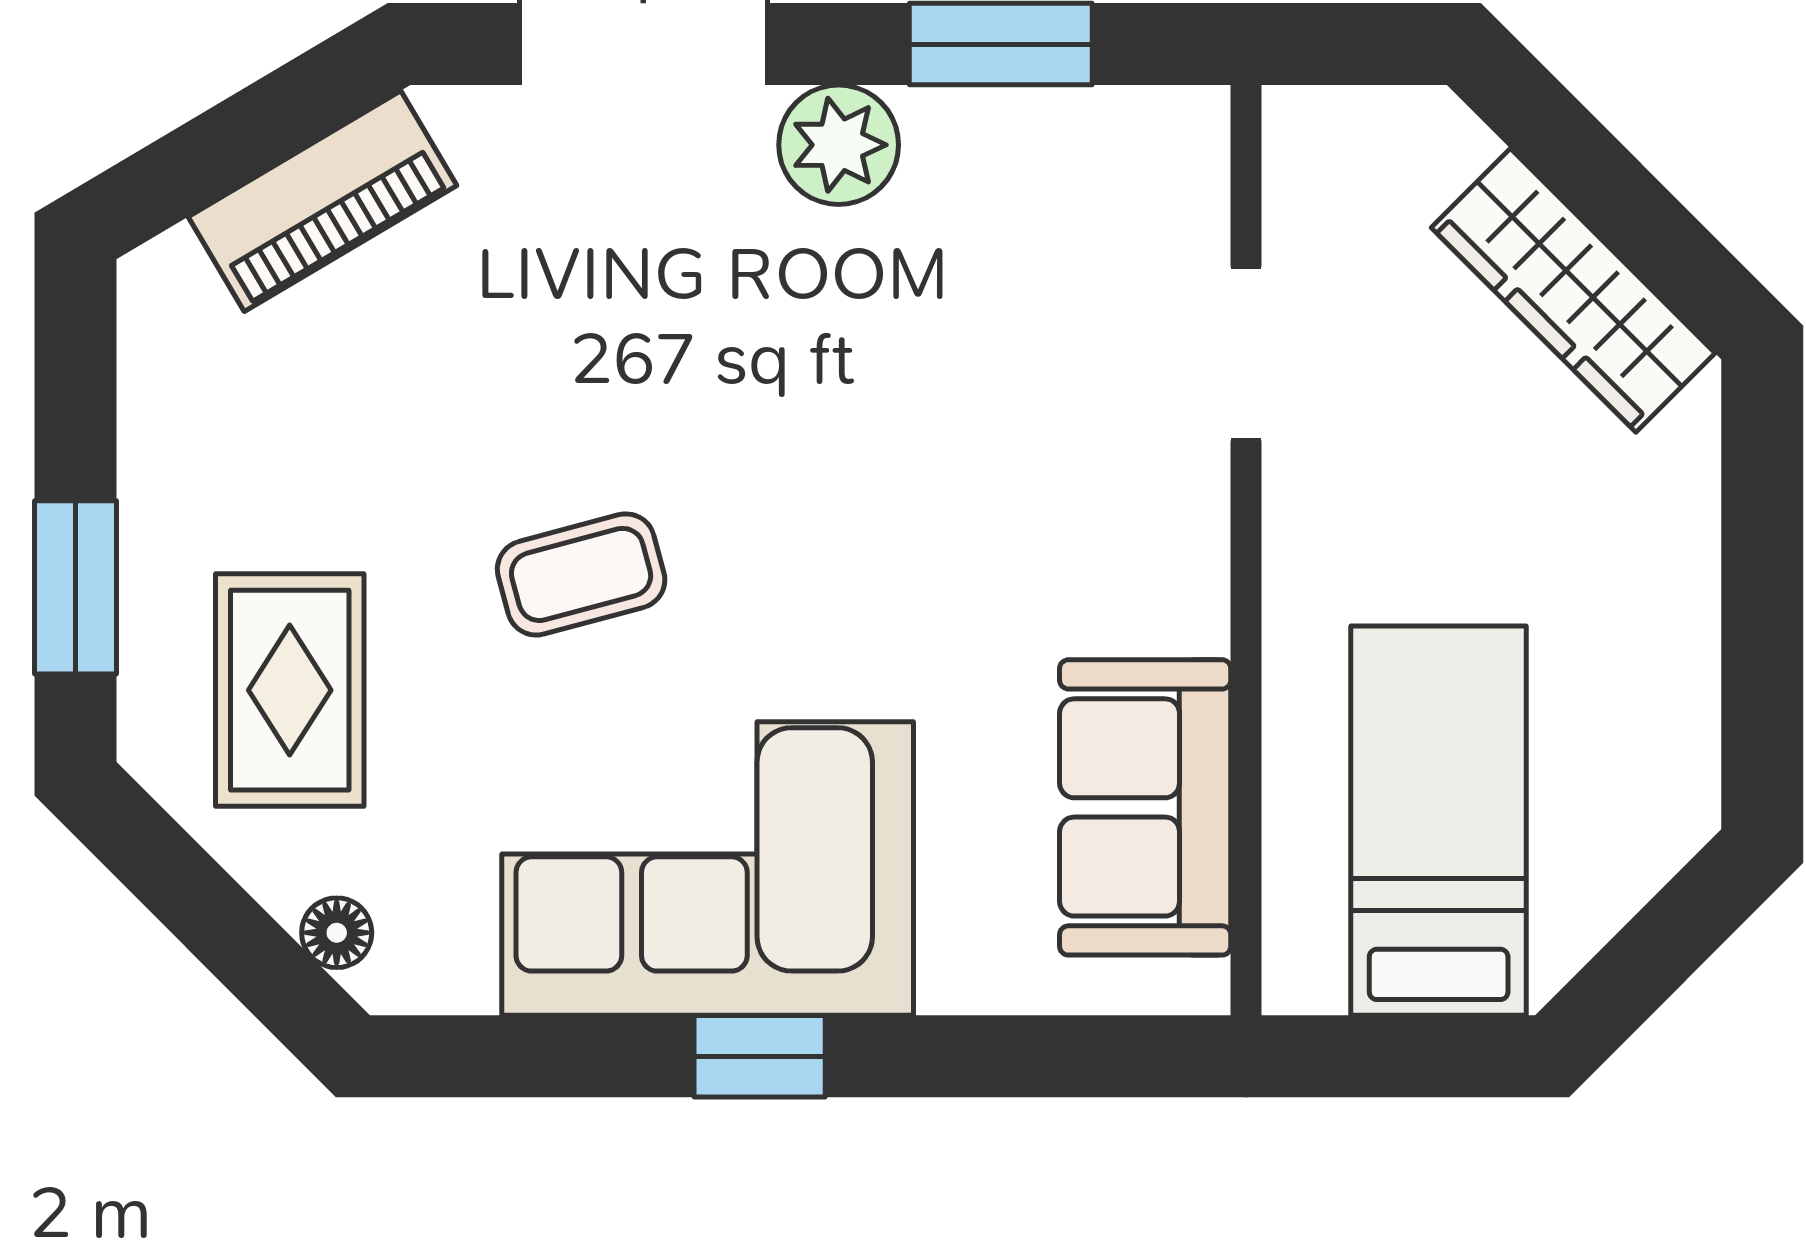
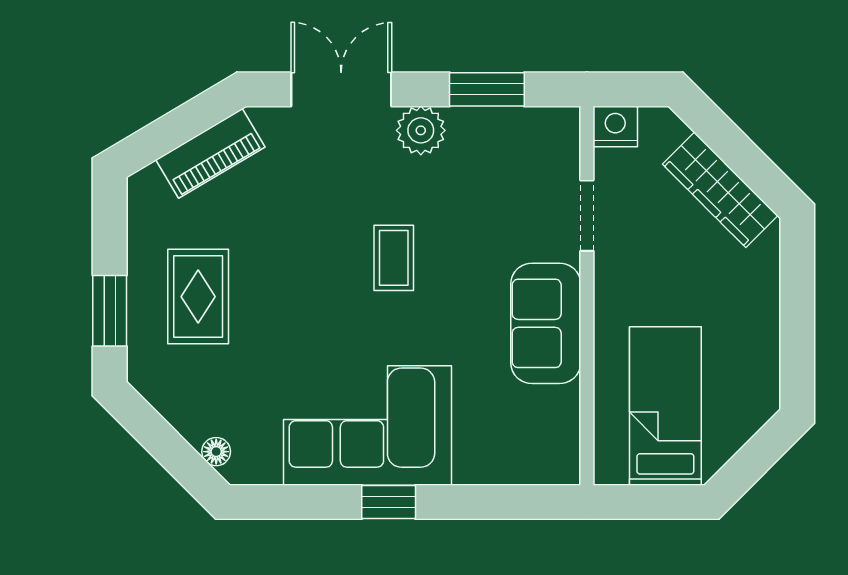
nightstand: (1316, 135) -> (615, 126), added
coffee table: (581, 574) -> (394, 258), moved, turned -75
rug: (290, 690) -> (198, 297), moved
sofa: (1145, 807) -> (546, 323), moved

